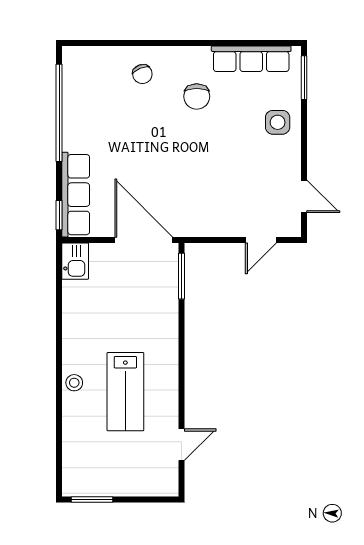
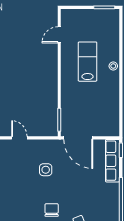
side table: (278, 122) -> (46, 170), moved
door: (261, 240) -> (19, 138), hinge flipped
kitchen sink: (75, 261) -> (113, 127), removed

